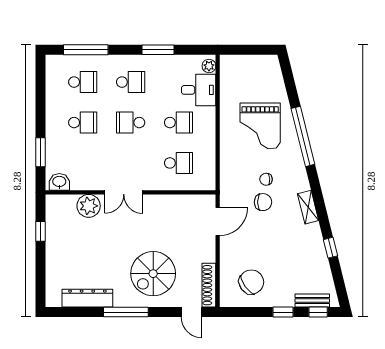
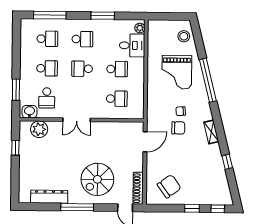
stool: (269, 77) -> (184, 36), added
school desk: (83, 163) -> (47, 98), added
plant: (89, 206) -> (39, 129), moved
bench: (312, 301) -> (213, 200), removed

